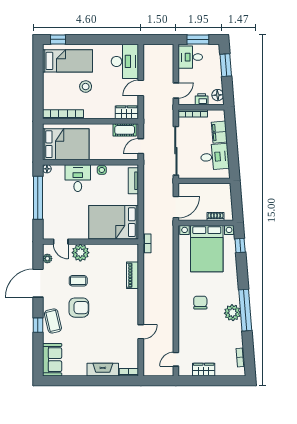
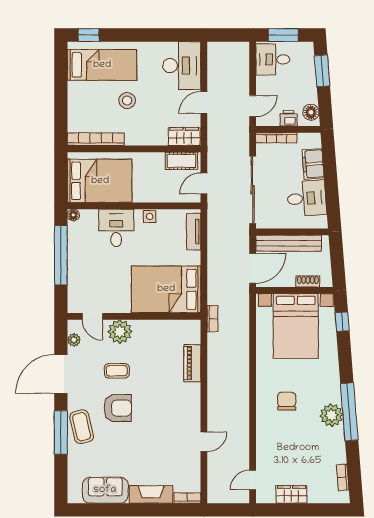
bench: (202, 189) -> (289, 243), added
window: (38, 325) -> (61, 433), width x2.17
sofa: (52, 360) -> (105, 490), moved, turned -90

